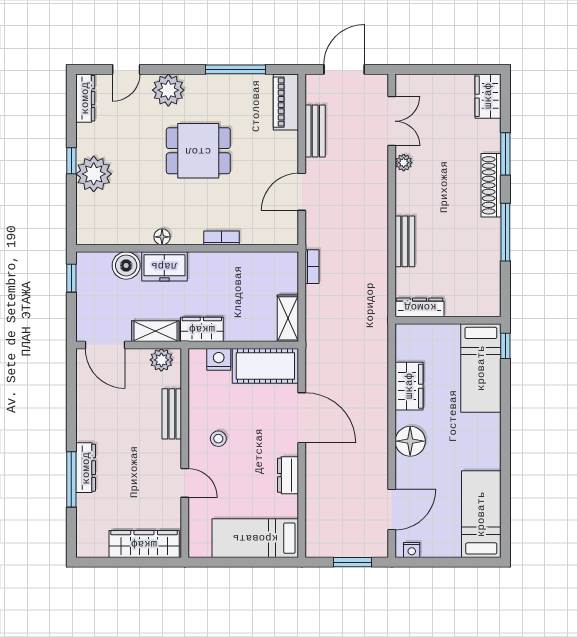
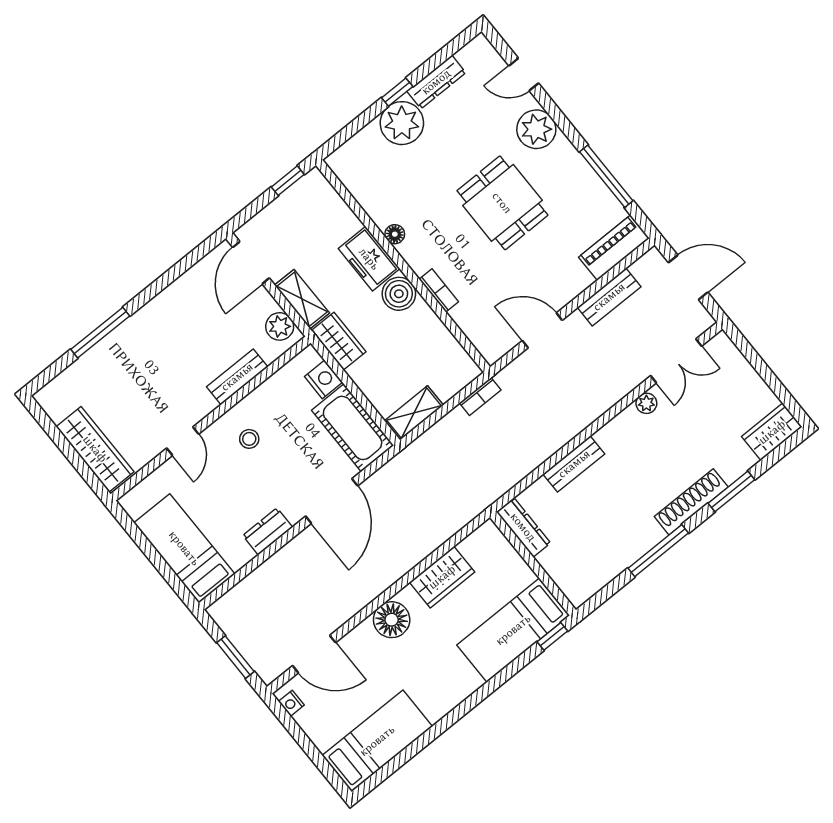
dresser: (85, 98) -> (436, 82), moved
boiler: (126, 265) -> (399, 294), moved
dresser: (86, 468) -> (122, 337), removed

